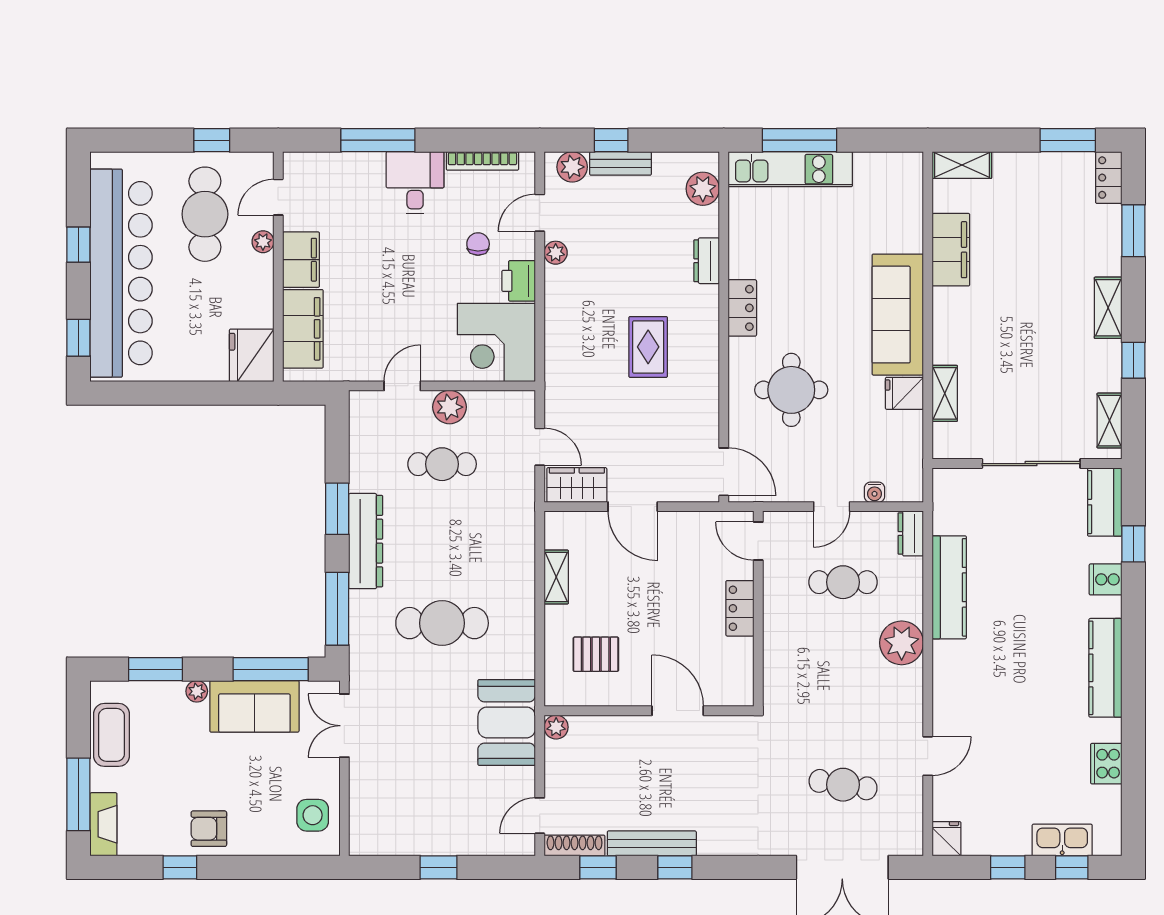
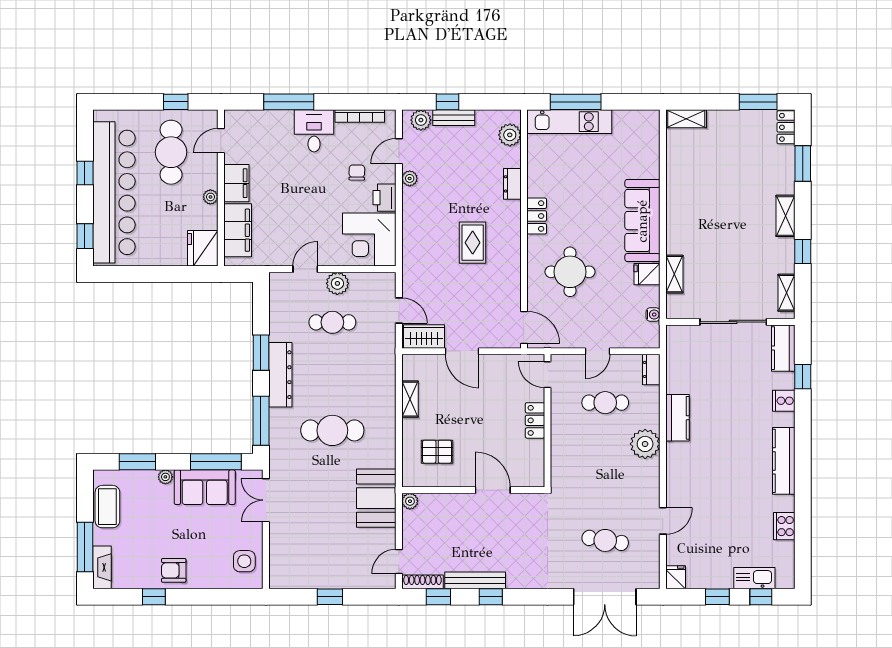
plant: (263, 242) -> (210, 197), moved
filing cabinet: (951, 250) -> (679, 176), removed
water cooler: (874, 492) -> (653, 315), moved, turned -90
kitchen counter: (949, 587) -> (677, 418), width x0.67

